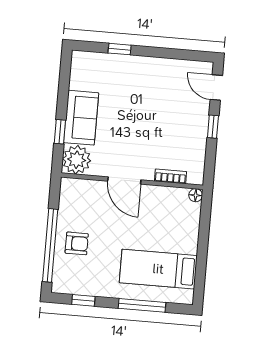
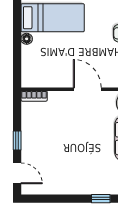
bookcase: (170, 176) -> (34, 96), moved
floor lamp: (196, 195) -> (27, 39), moved

